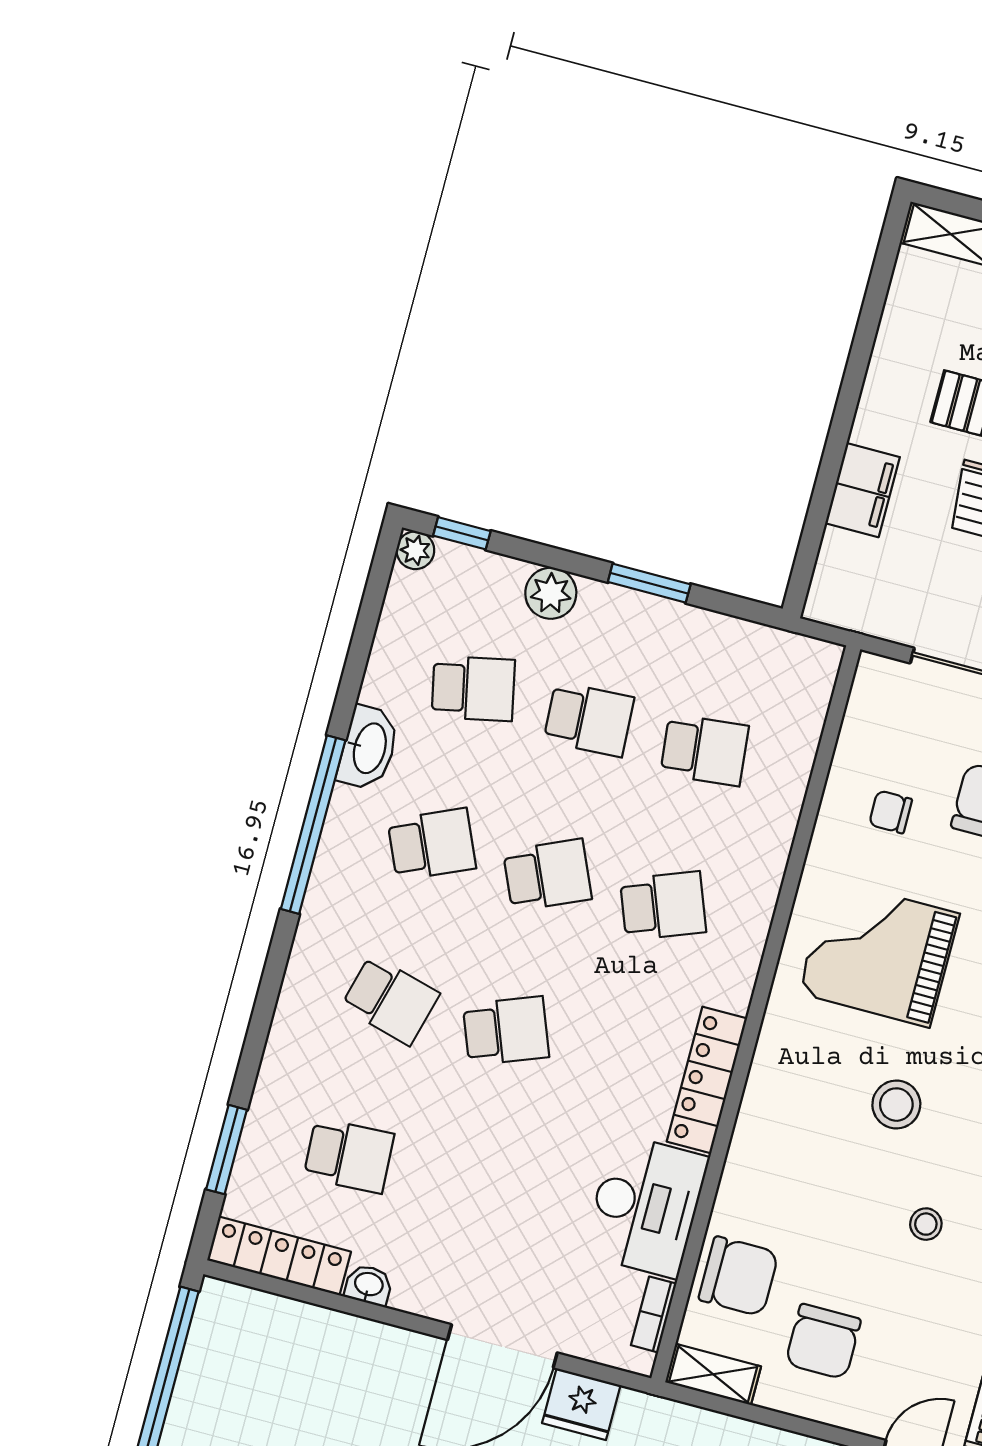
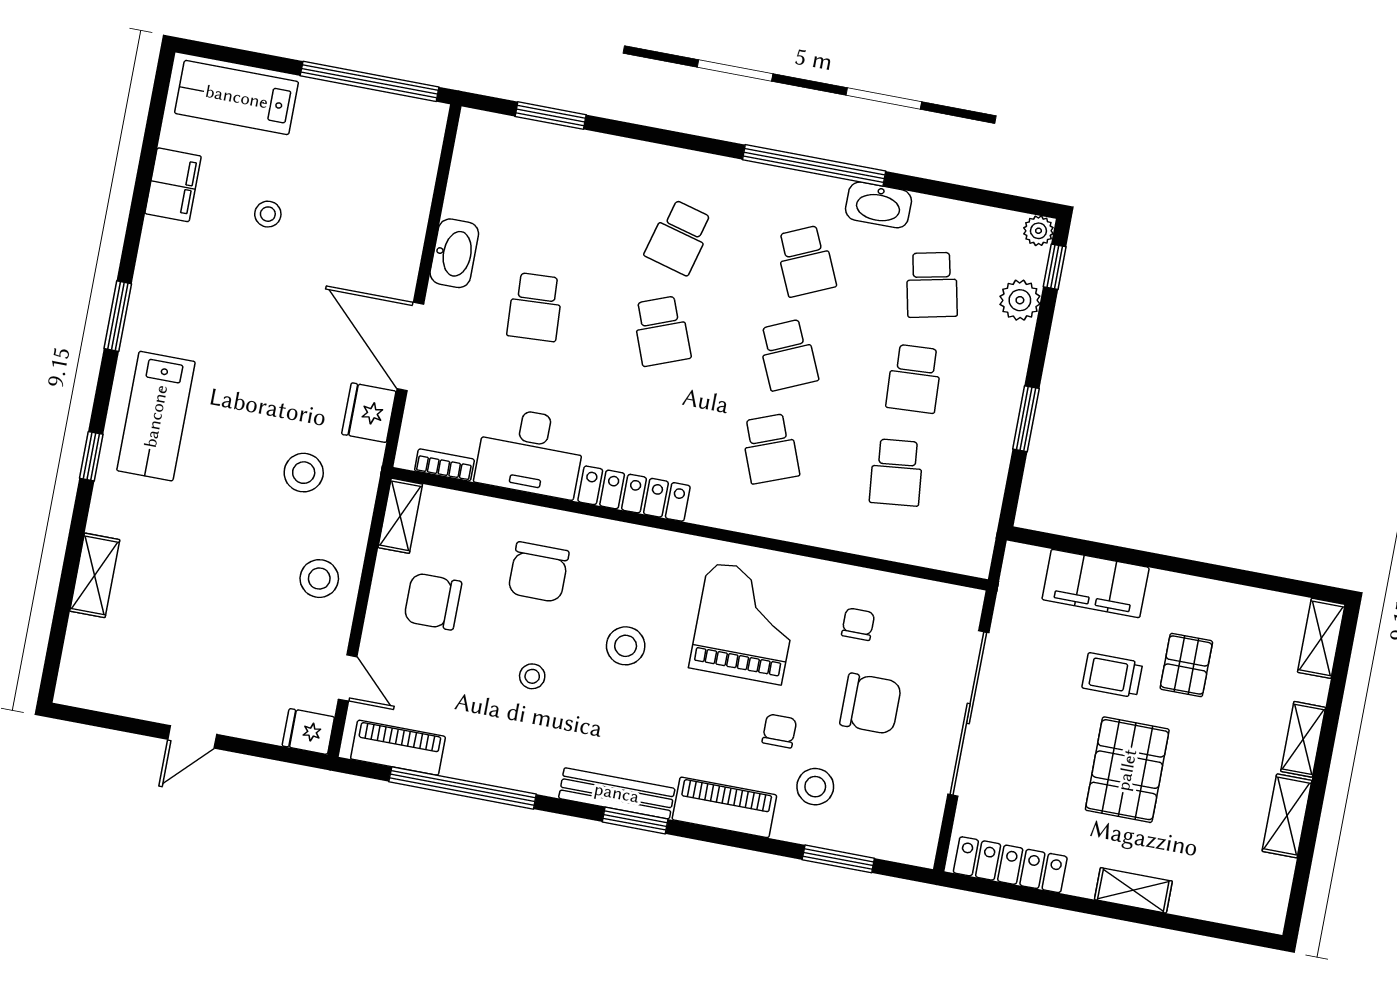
filing cabinet: (862, 490) -> (1096, 584), width x1.50, depth x1.17
plant: (551, 593) -> (1020, 300), moved
school desk: (349, 1156) -> (535, 307), moved
locker: (279, 1256) -> (469, 163), removed
chair: (739, 1276) -> (538, 572), moved
washbasin: (369, 1285) -> (454, 253), width x1.91, depth x1.45

